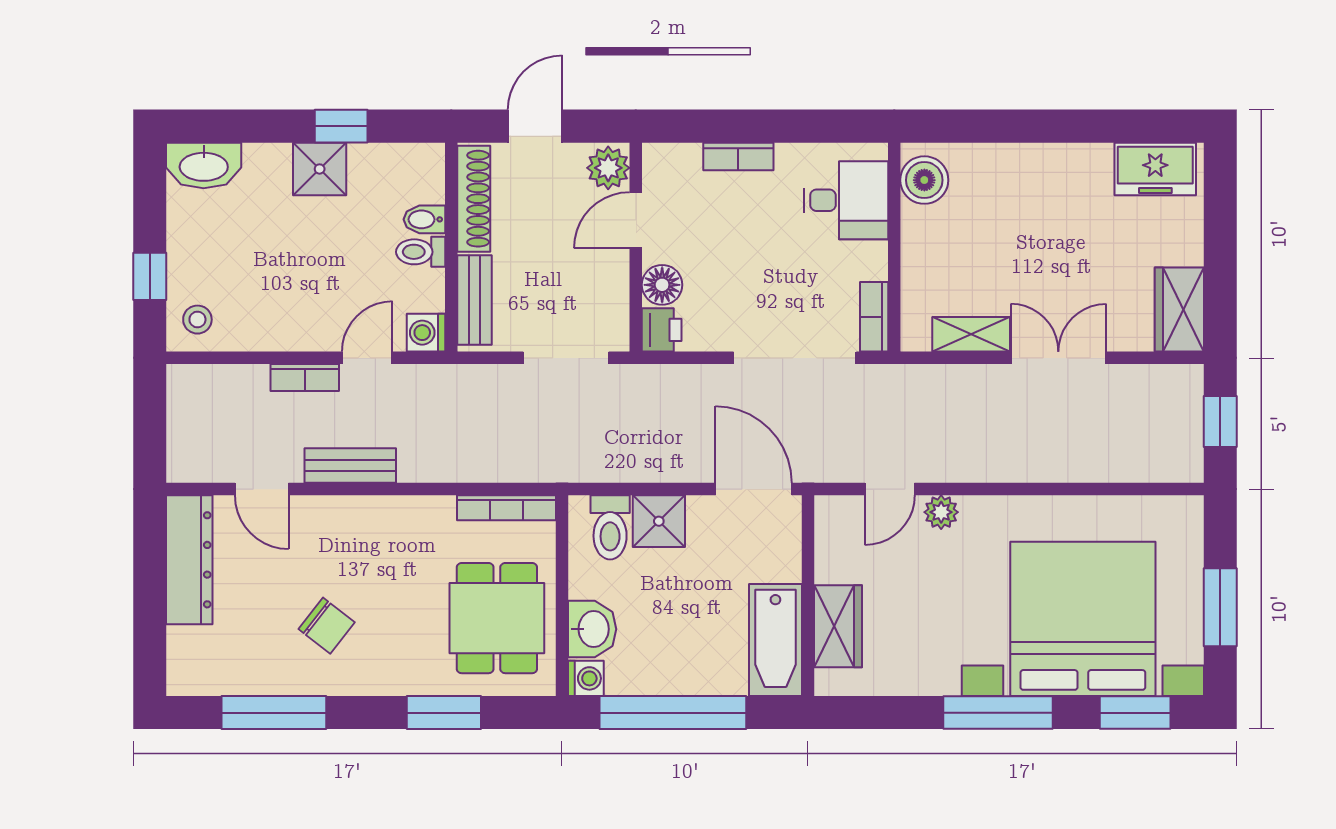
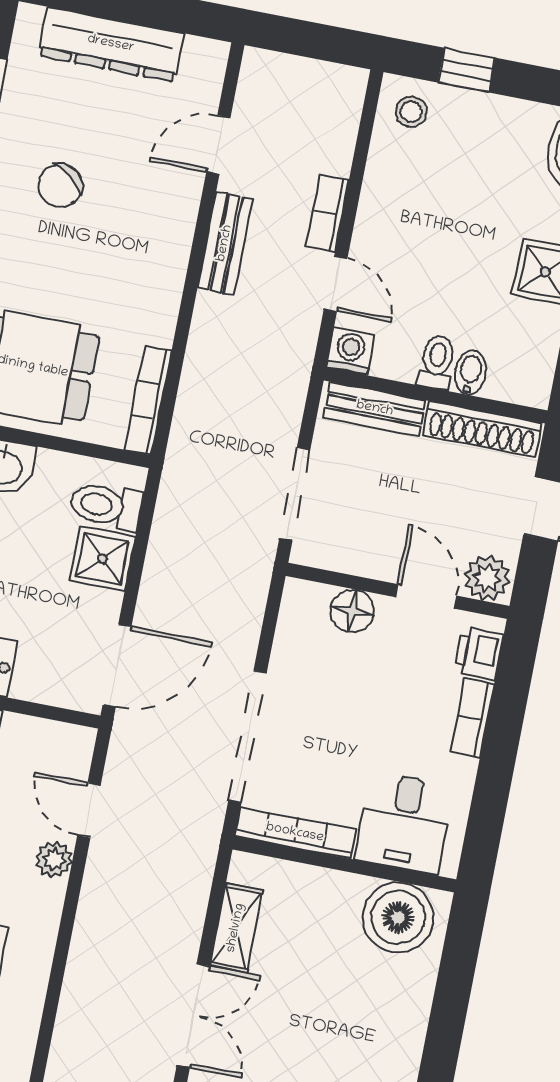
boiler: (924, 180) -> (398, 918), width x1.37, depth x1.37
bookcase: (874, 317) -> (295, 833), width x1.56
printer: (662, 330) -> (479, 653), moved, turned 90
dresser: (189, 560) -> (111, 44), moved

